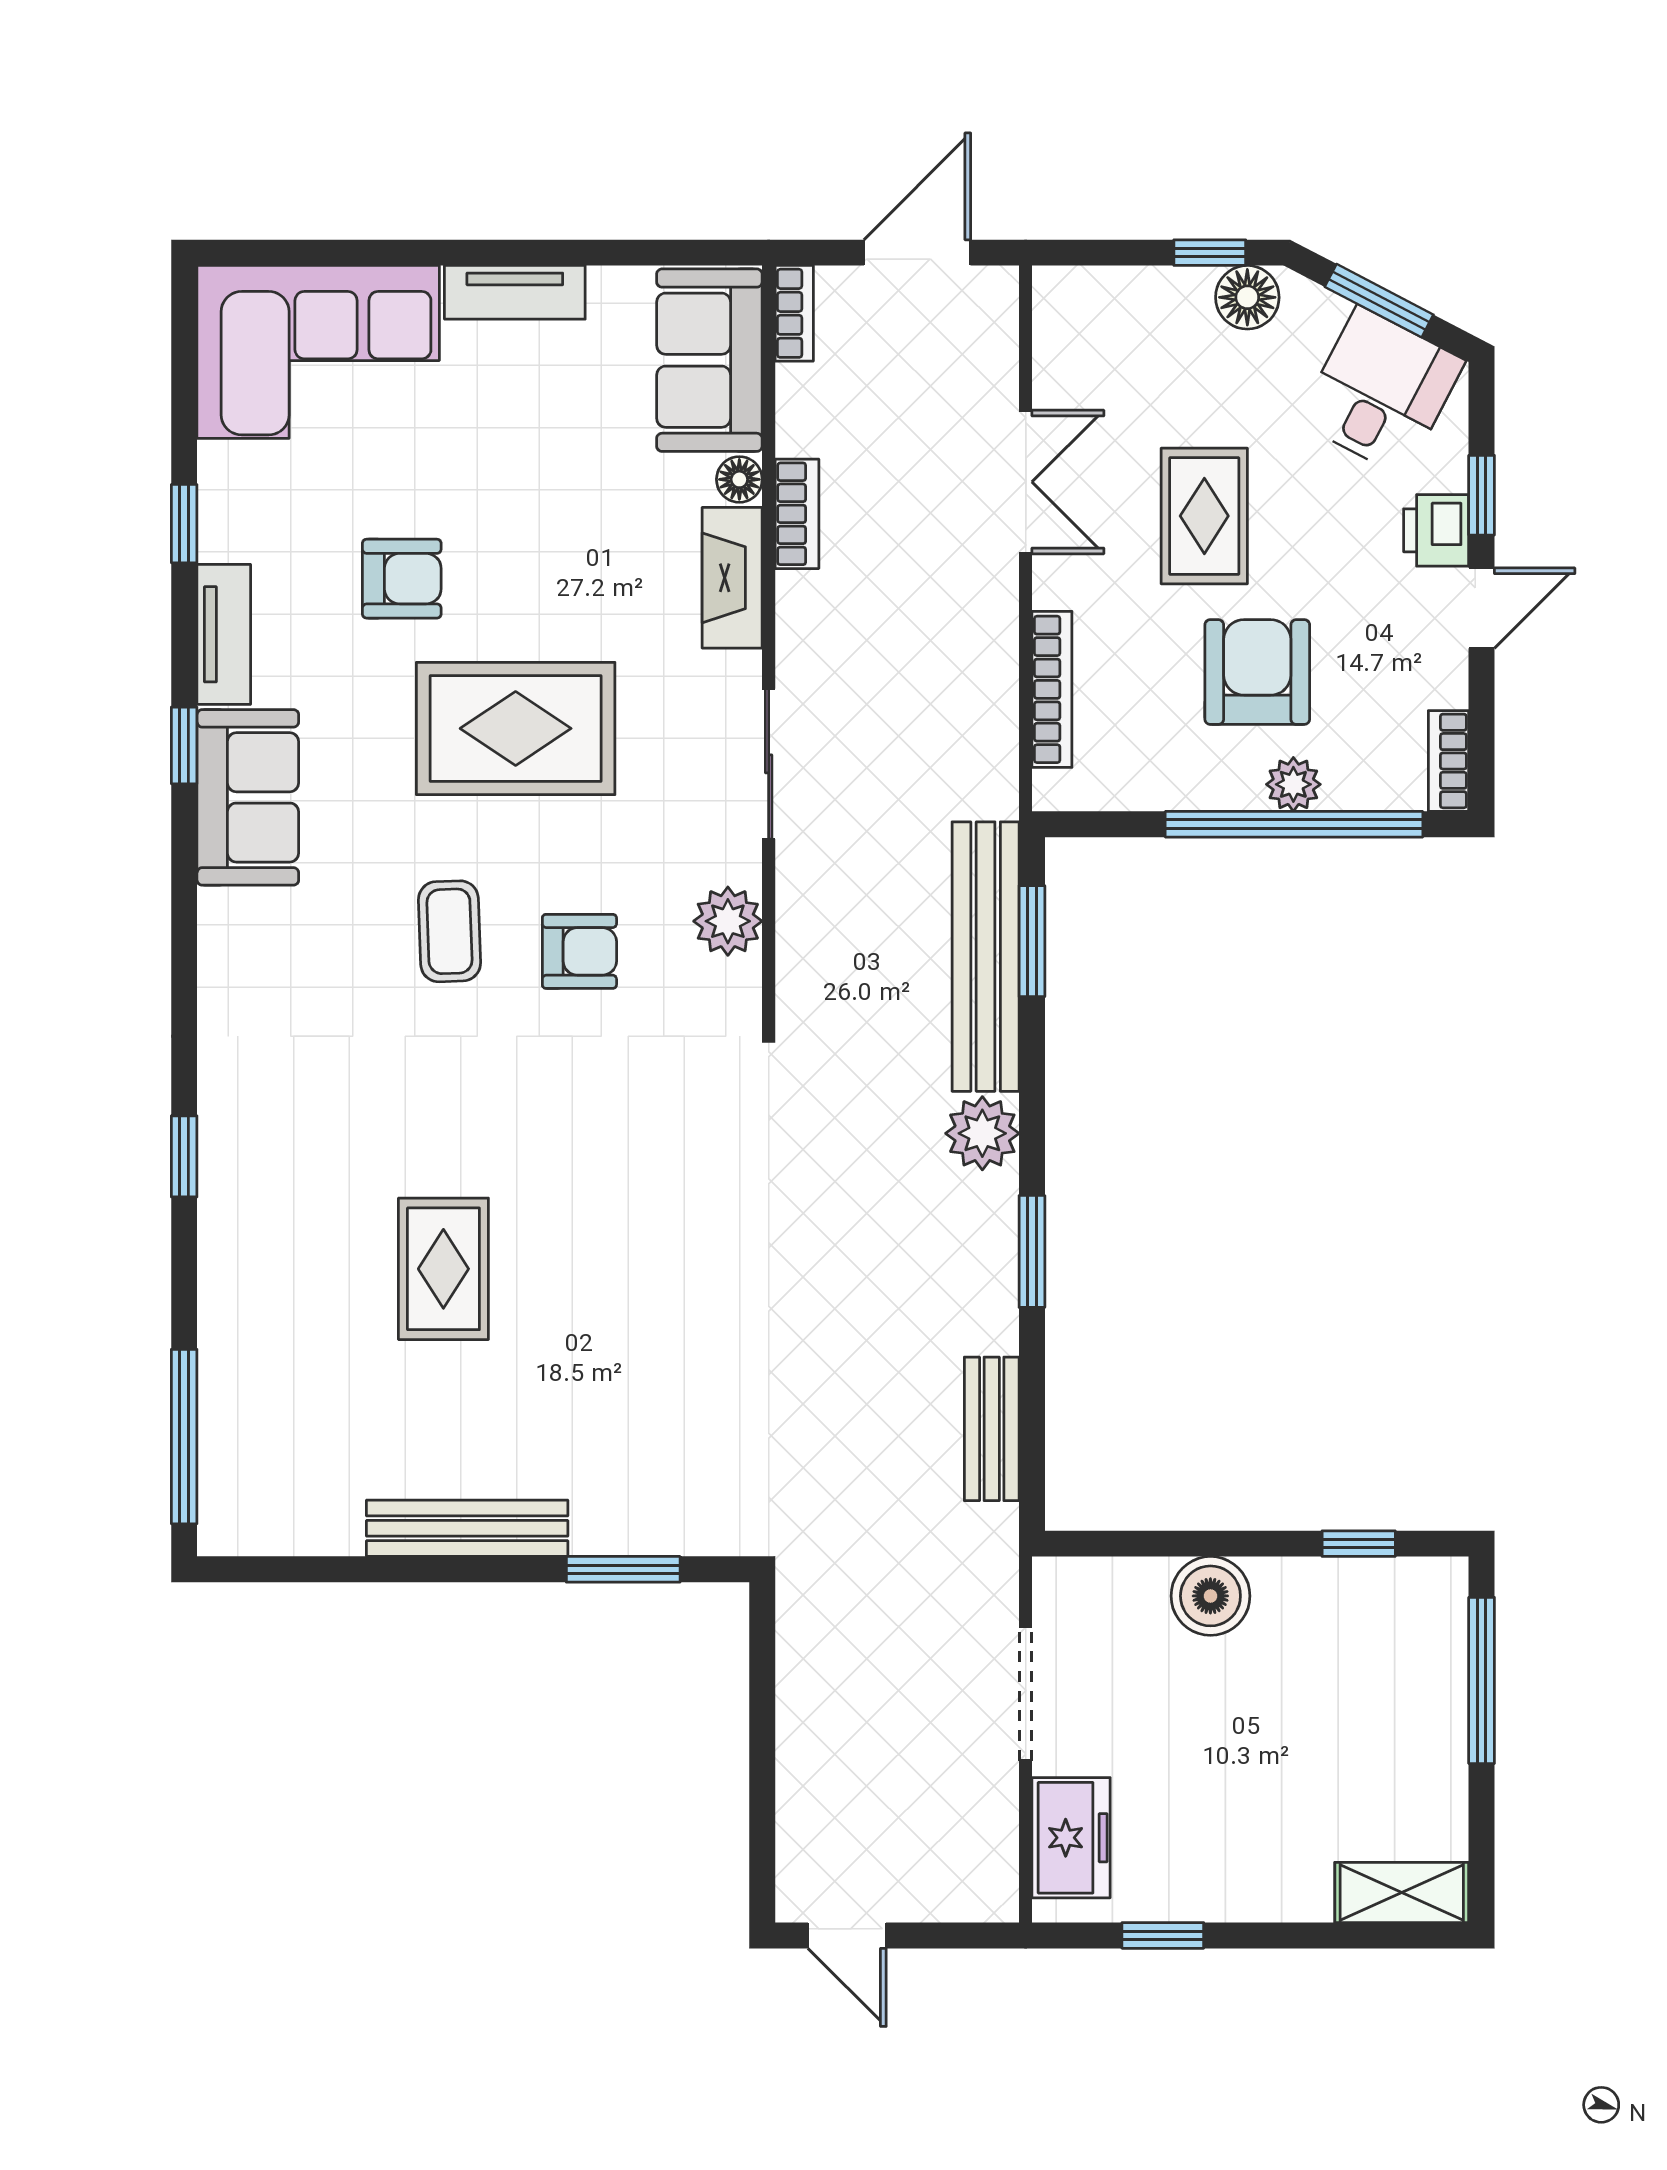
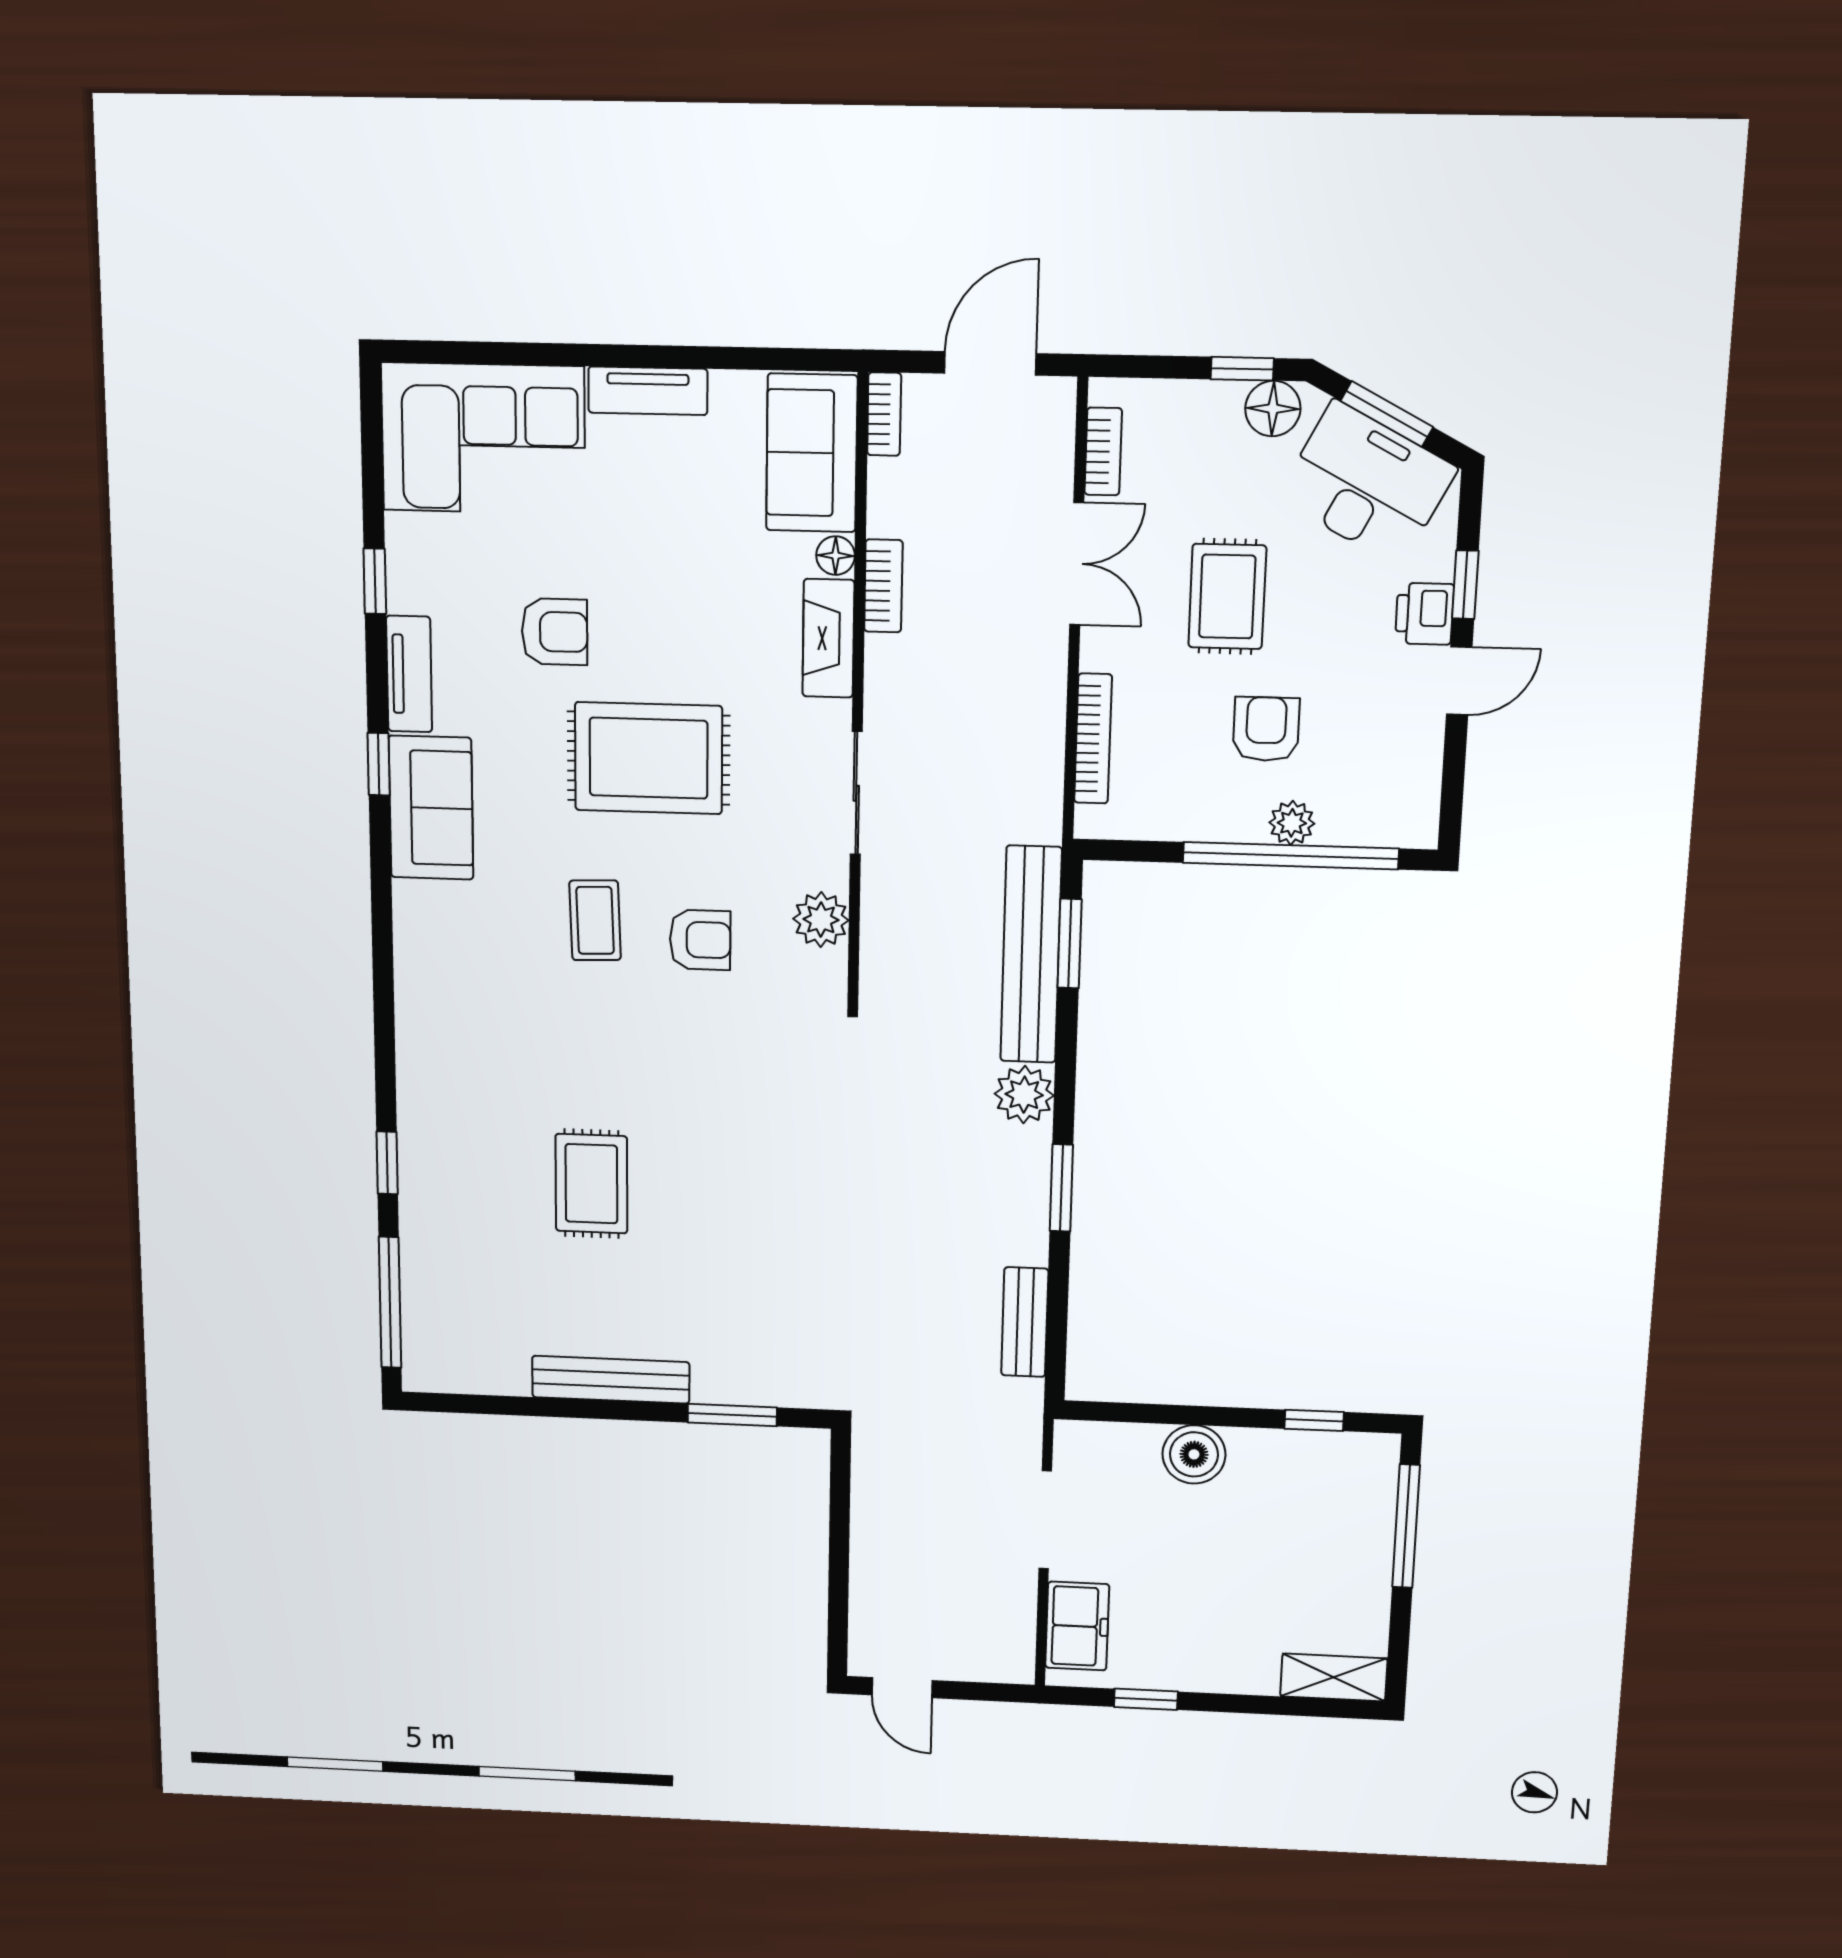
desk: (1381, 391) -> (1367, 483), width x1.37
armchair: (1257, 672) -> (1266, 729), width x0.72, depth x0.72
bookcase: (1449, 761) -> (1103, 451), moved, turned 180
window: (184, 1156) -> (387, 1163), moved

